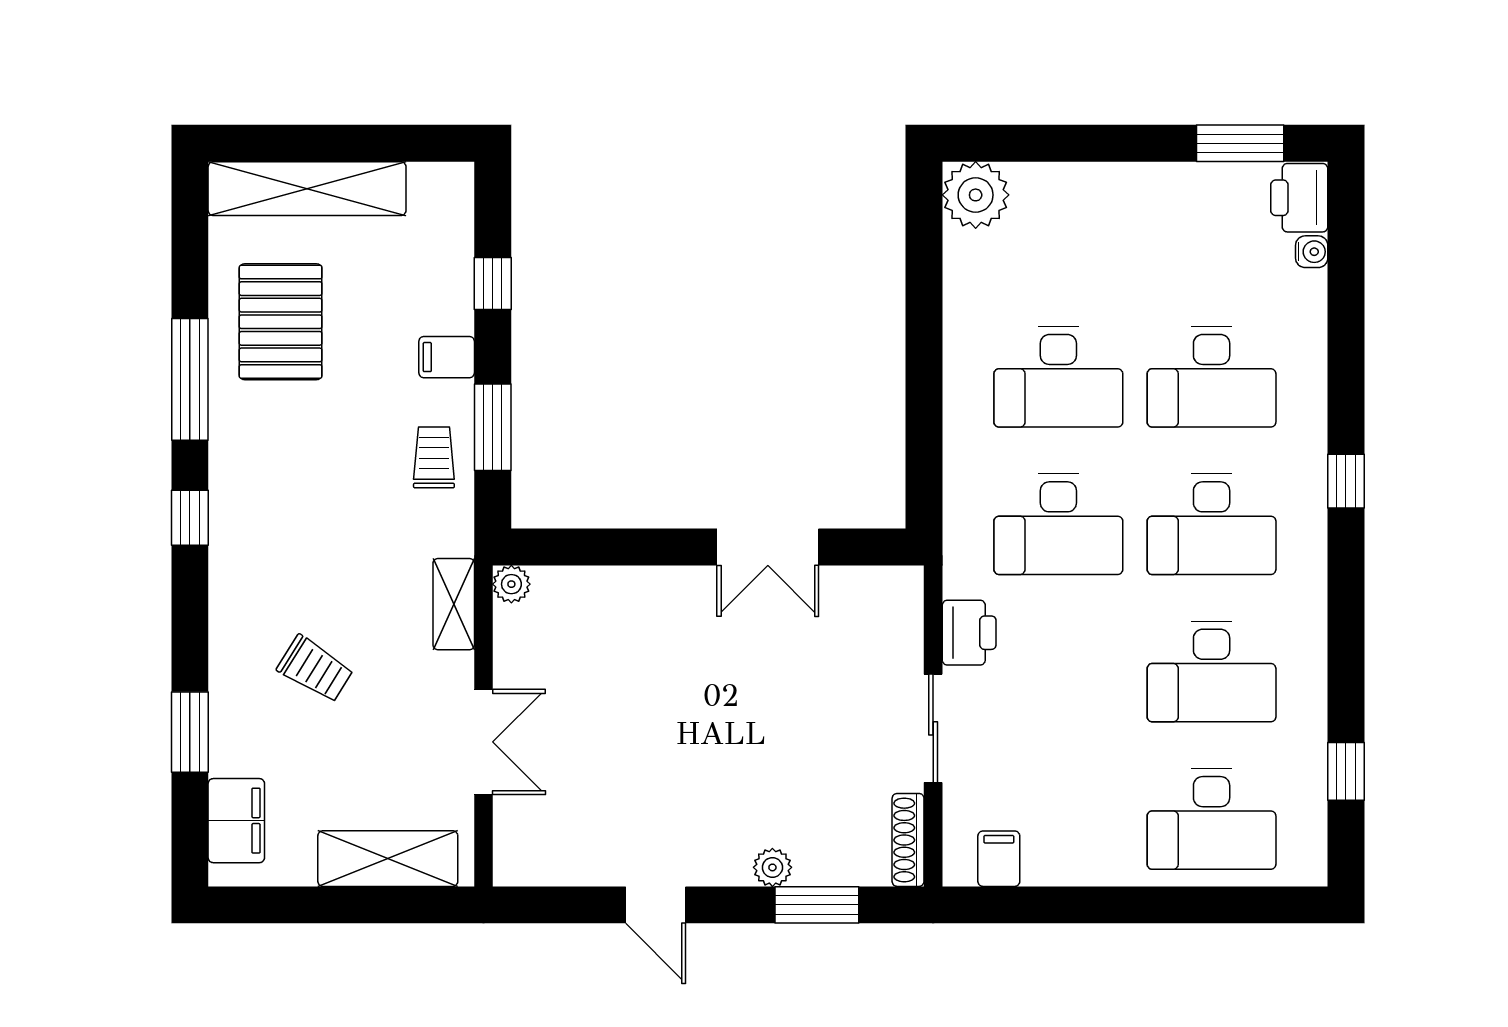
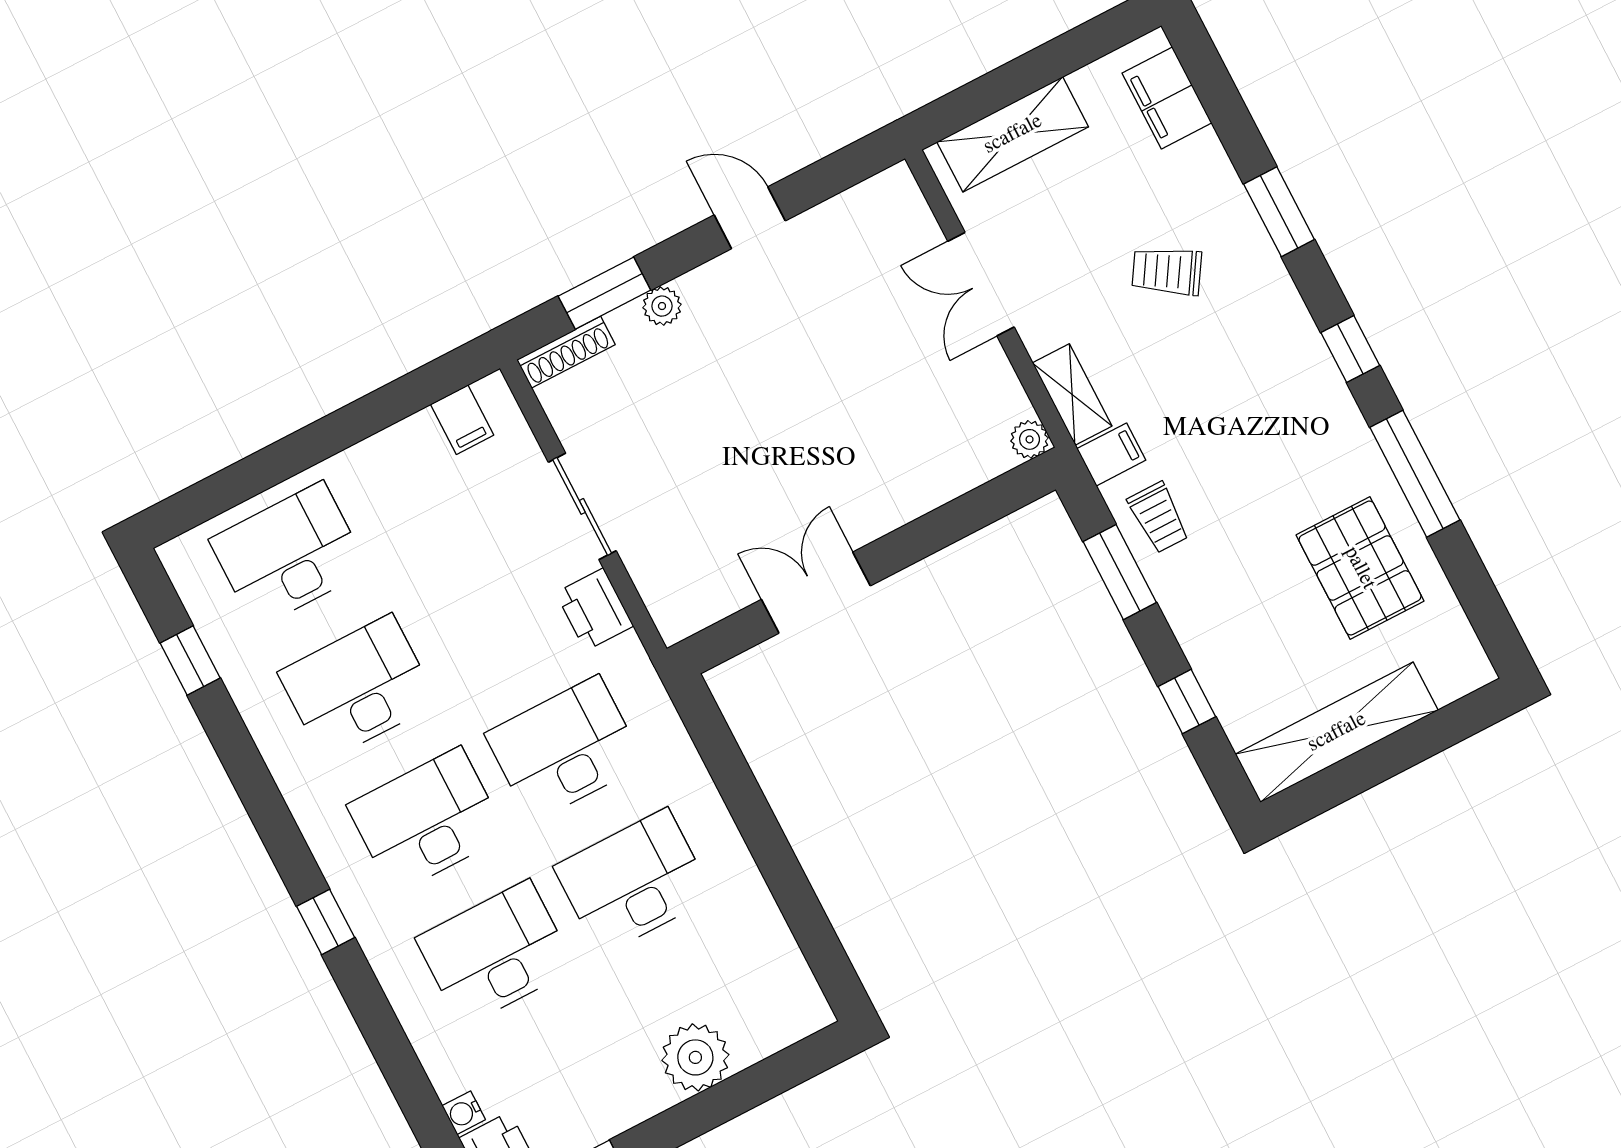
shelving: (307, 189) -> (1337, 732), moved
plant: (976, 195) -> (695, 1057), moved
filing cabinet: (447, 357) -> (1111, 454), moved
window: (190, 732) -> (1279, 212), moved
shoe rack: (908, 840) -> (566, 352), moved, turned 90

